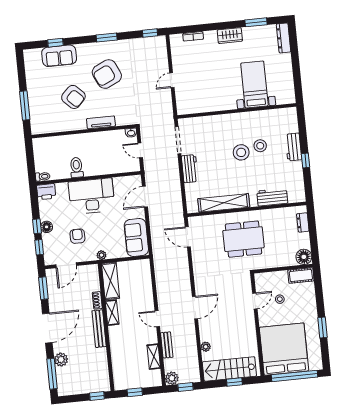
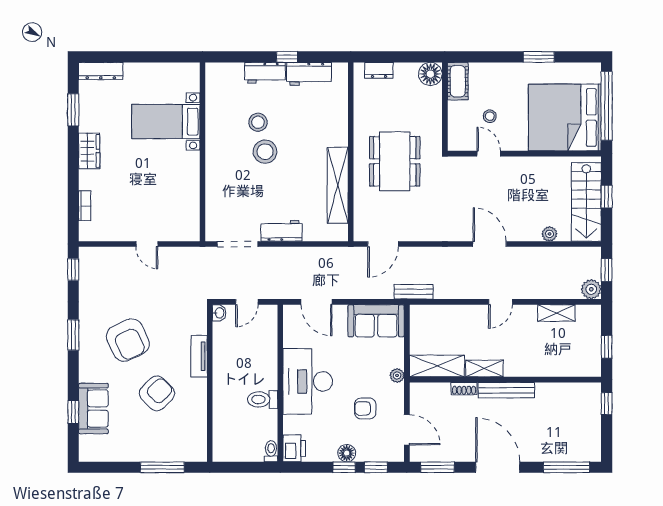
workbench: (272, 197) -> (309, 74), moved, turned -90
bench: (167, 345) -> (414, 292), moved
plant: (61, 360) -> (547, 452), removed

